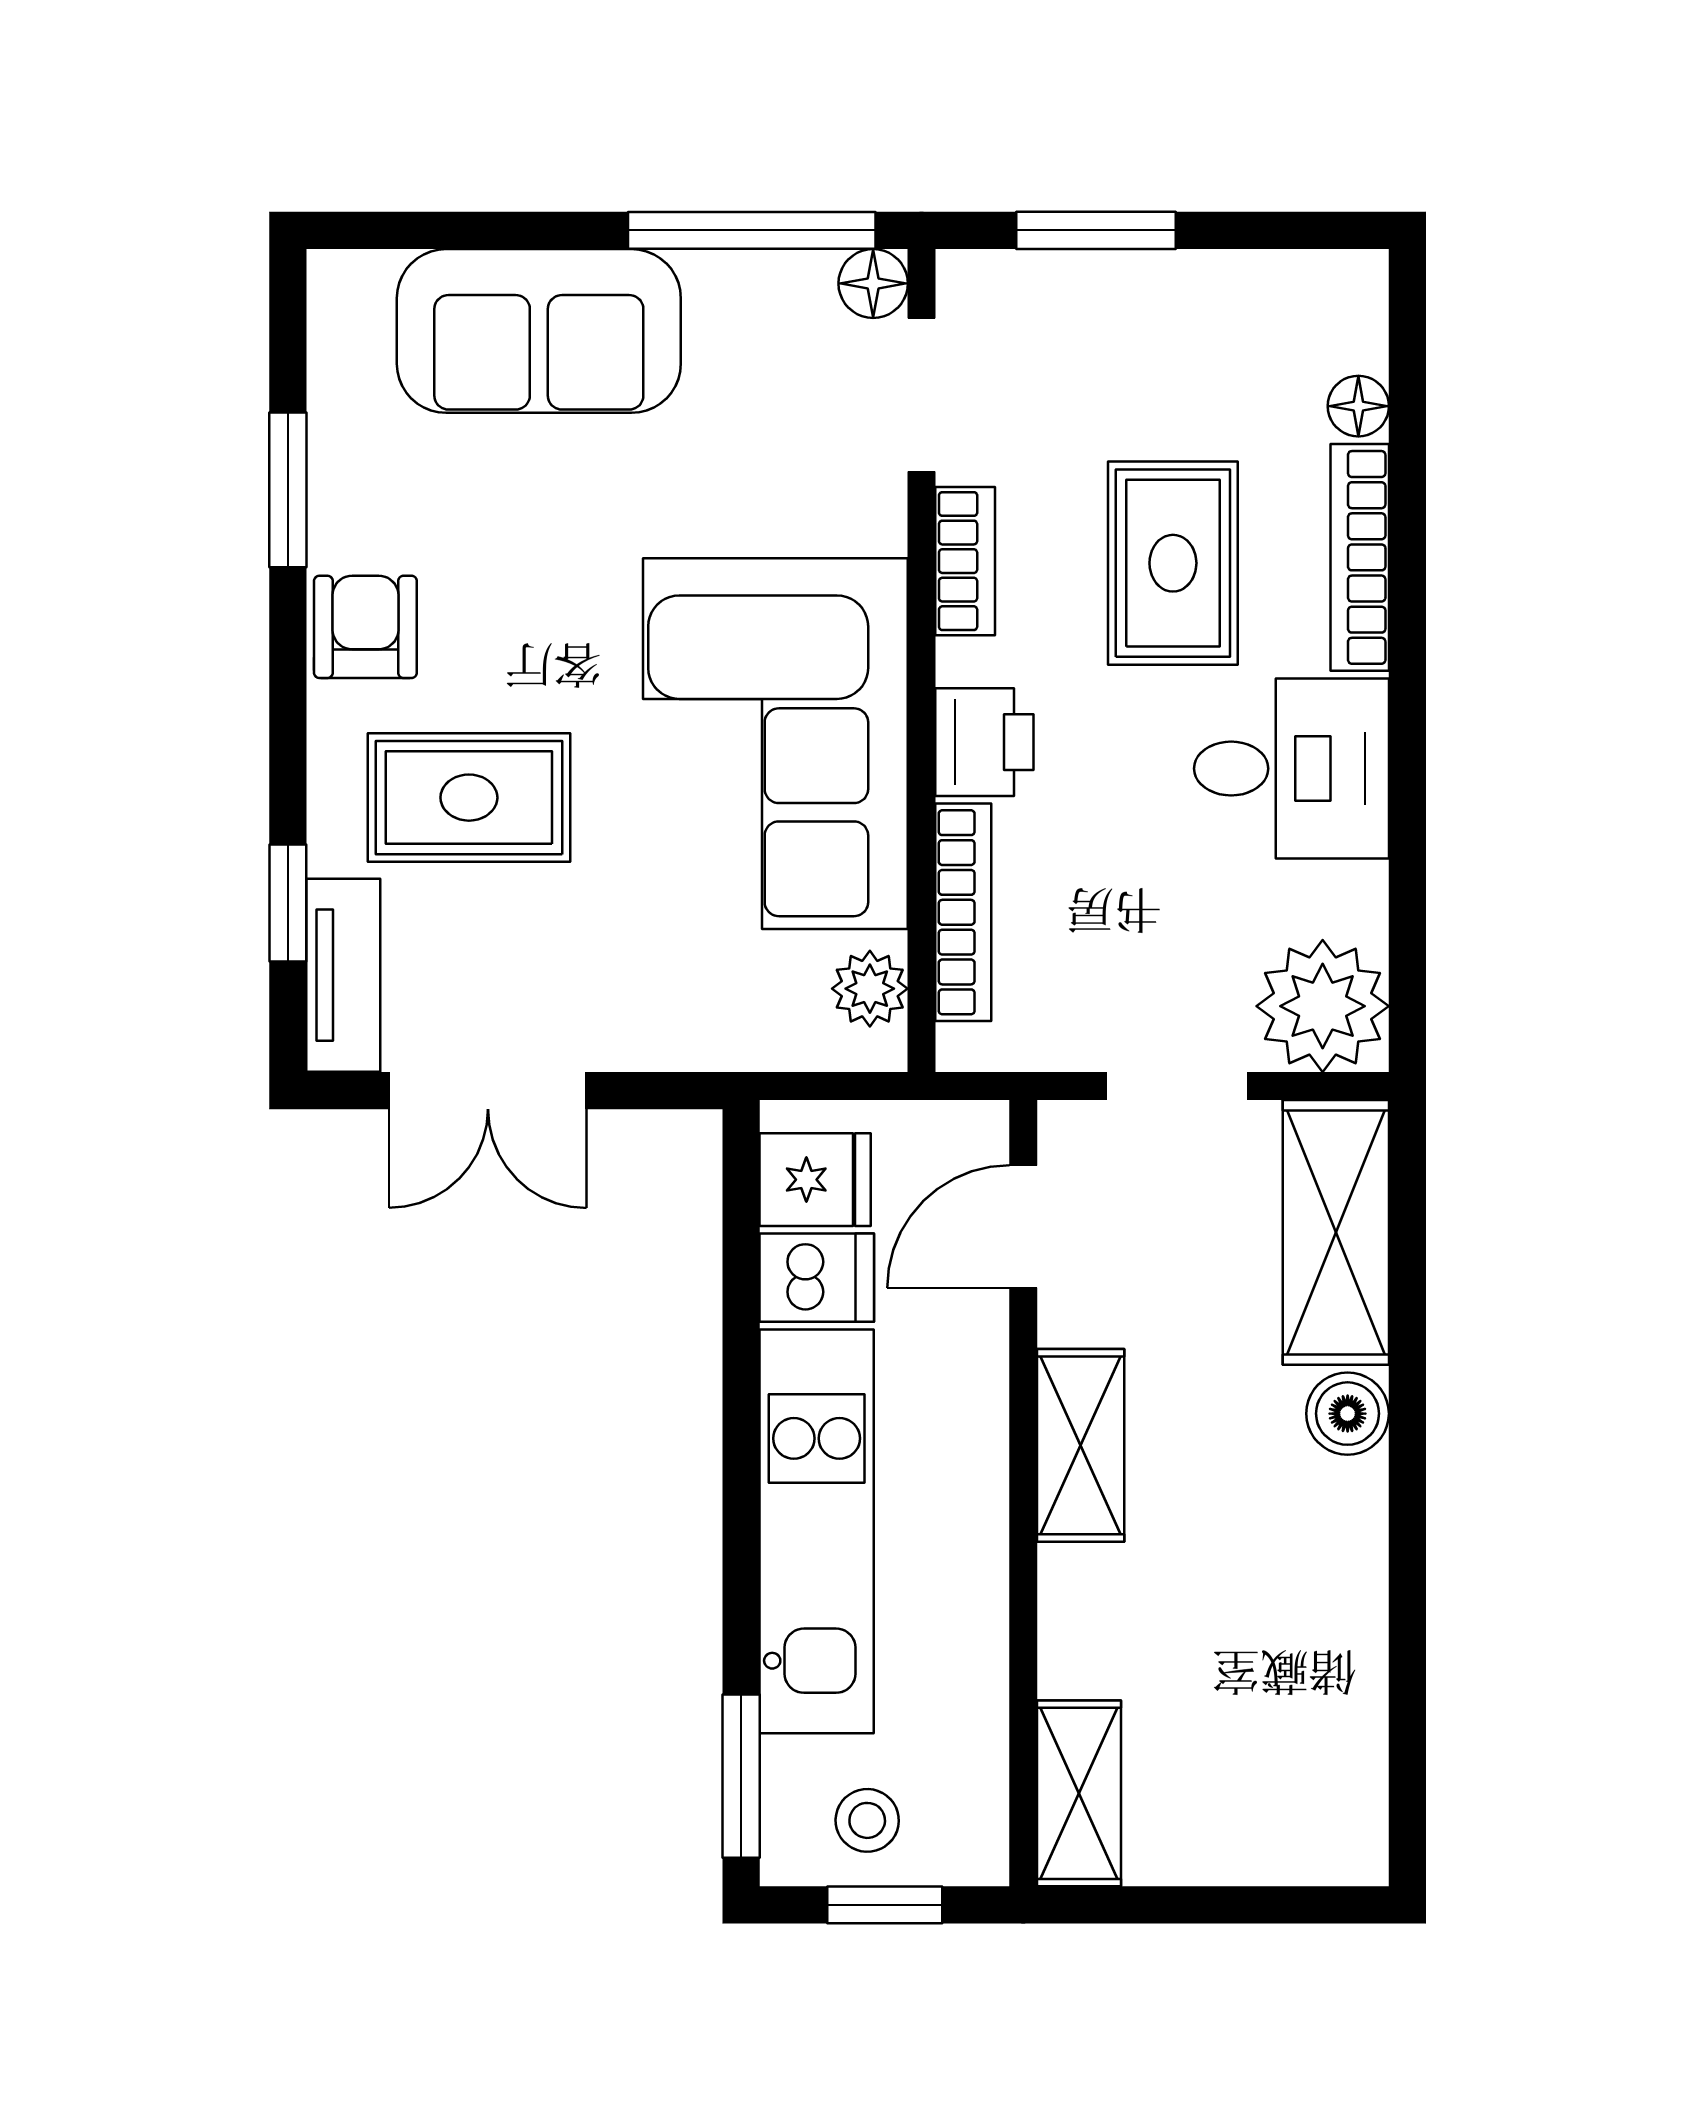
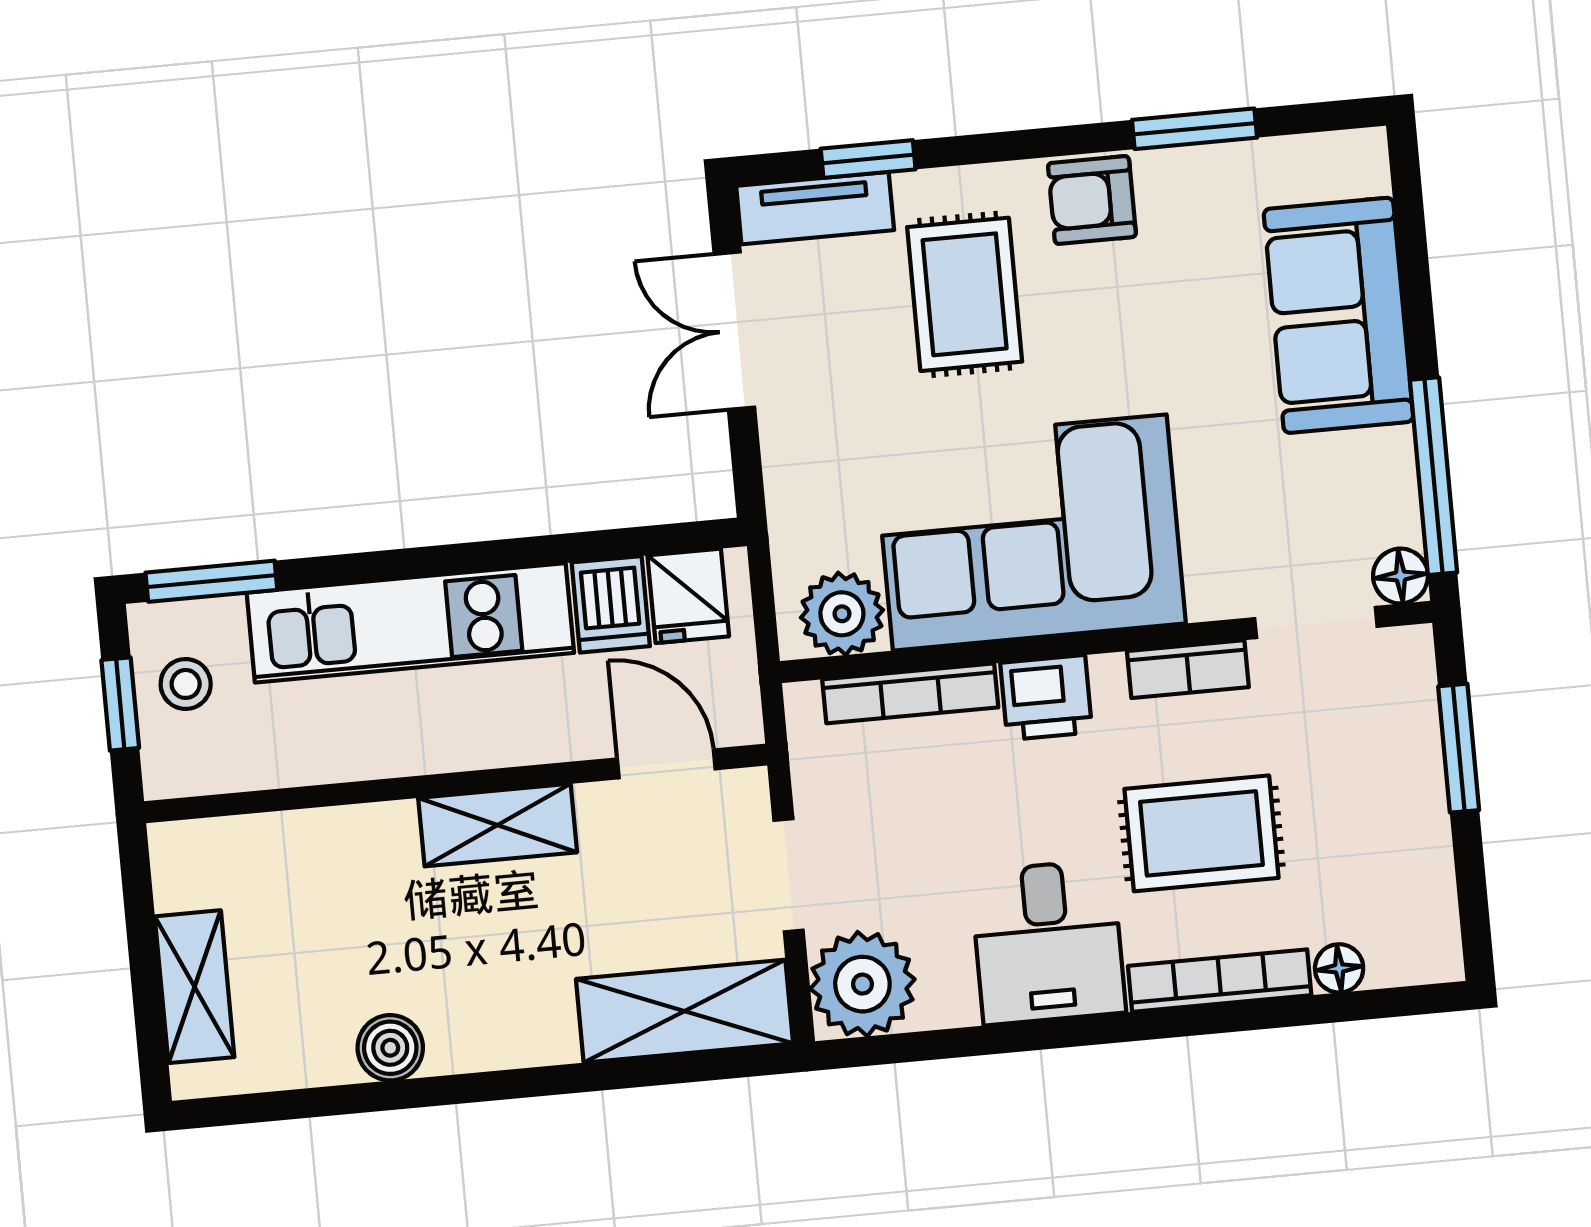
armchair: (365, 627) -> (1092, 200), turned 180
plant: (870, 989) -> (842, 614), width x1.38, depth x1.38
boiler: (1348, 1414) -> (390, 1048), moved
shelving: (1079, 1793) -> (195, 987), moved, turned 90

